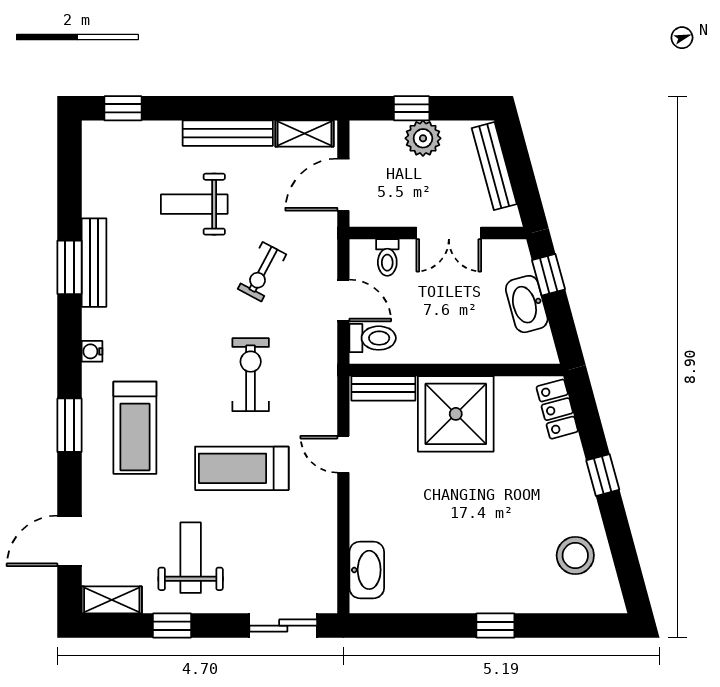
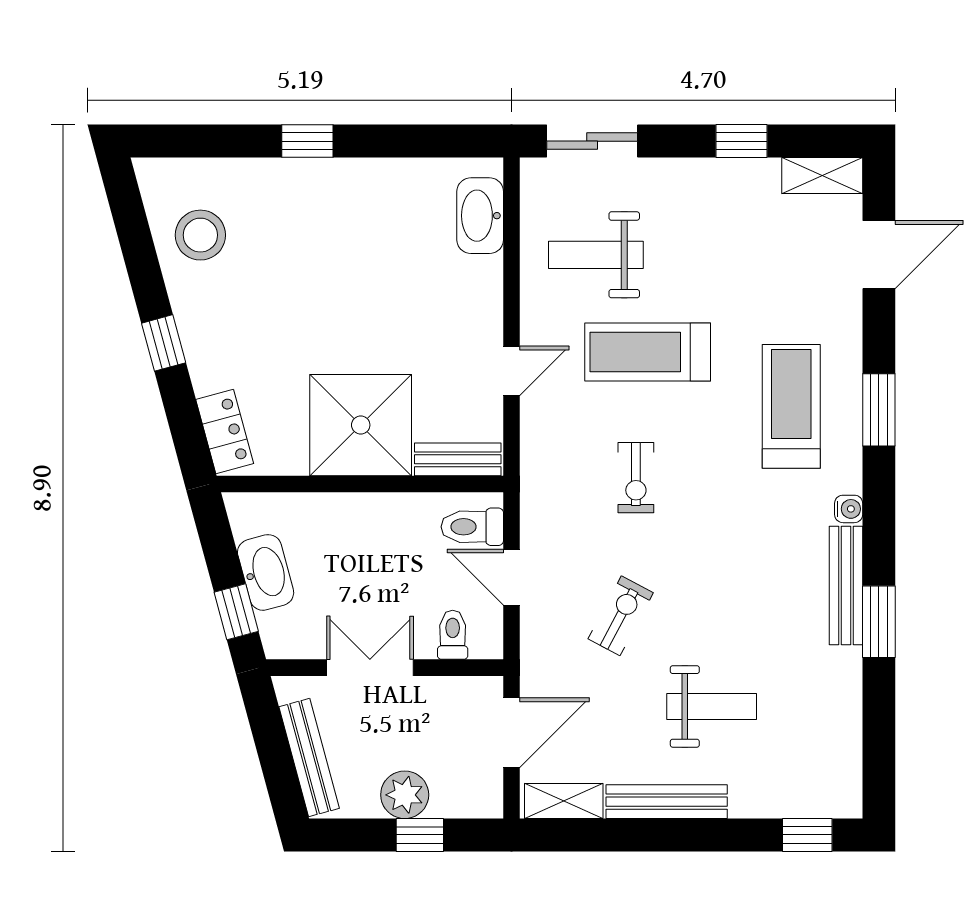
bench: (94, 263) -> (846, 585), moved
exercise bike: (251, 375) -> (636, 478), width x0.73, depth x0.72
door: (343, 454) -> (512, 371), hinge flipped
treadmill: (242, 468) -> (648, 352), turned 180
weight bench: (191, 558) -> (596, 255), moved, turned 90

